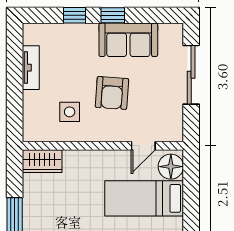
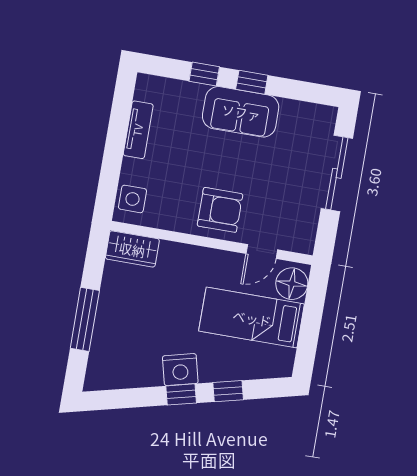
sofa: (128, 40) -> (241, 112), moved
armchair: (112, 93) -> (220, 210), moved, turned -94
side table: (70, 112) -> (132, 199), moved

